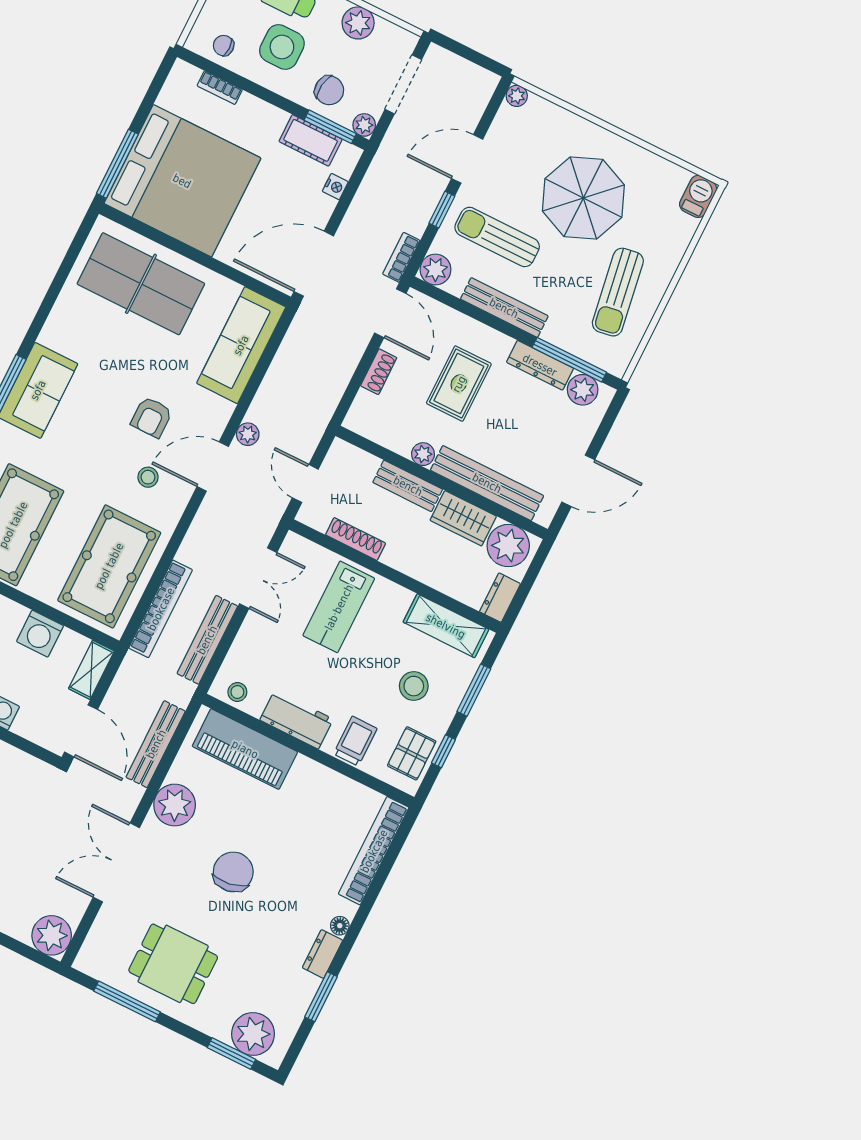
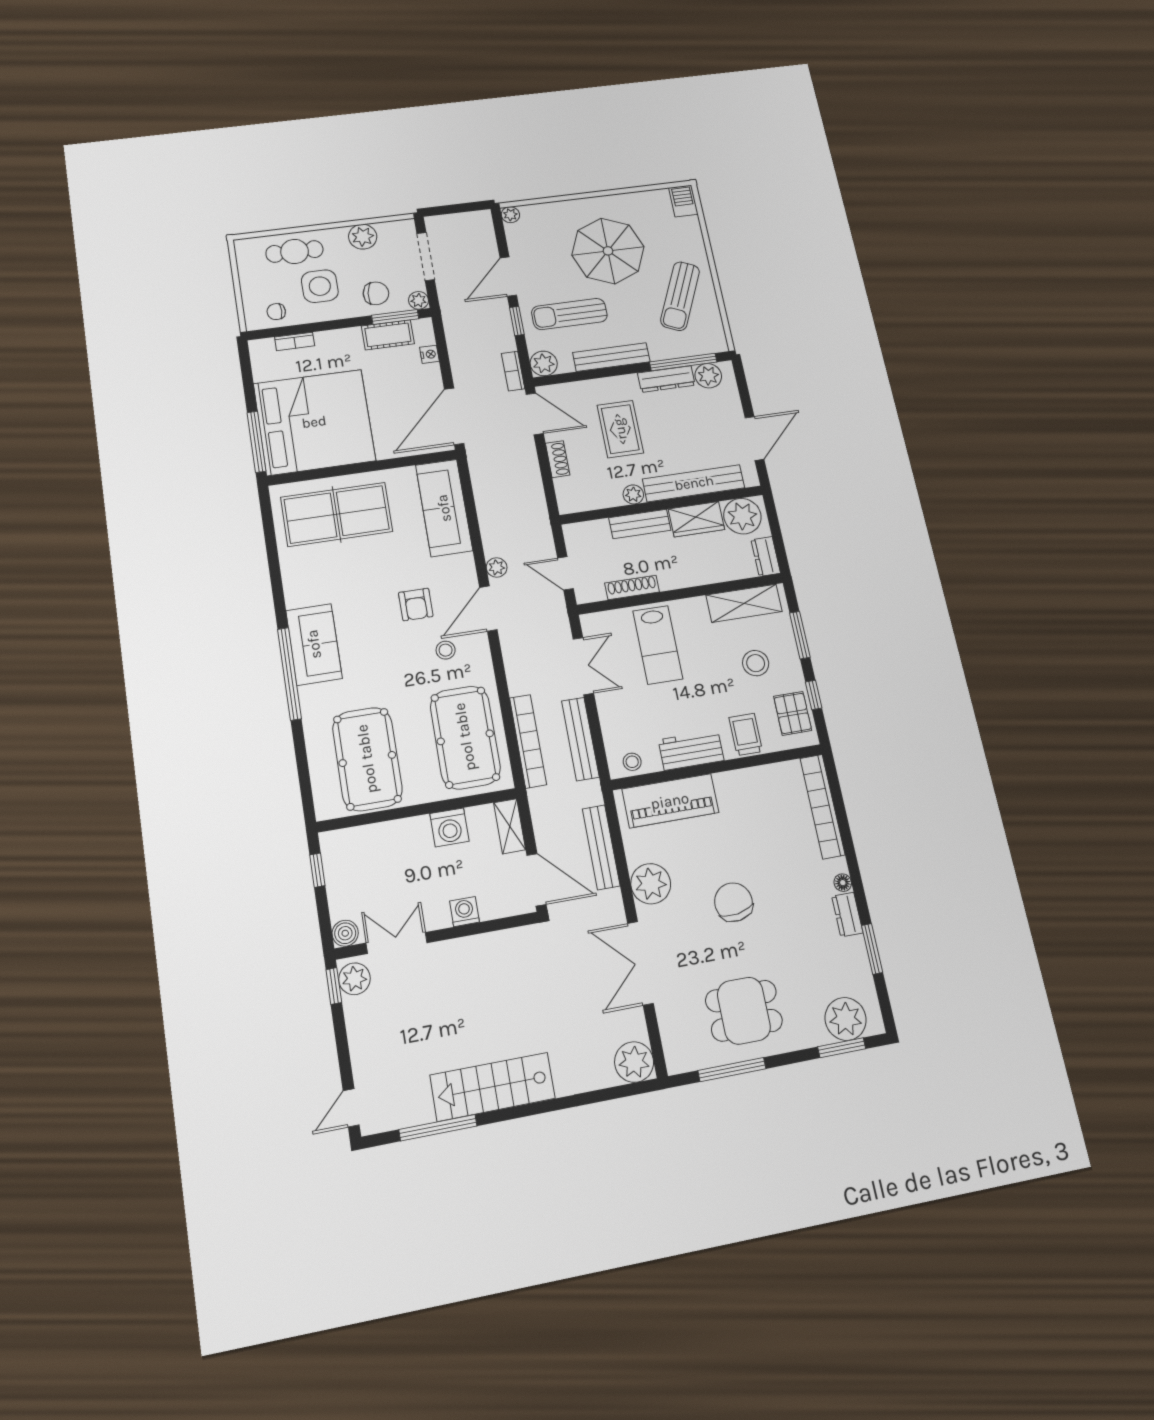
sun lounger: (618, 292) -> (680, 296), turned 33

